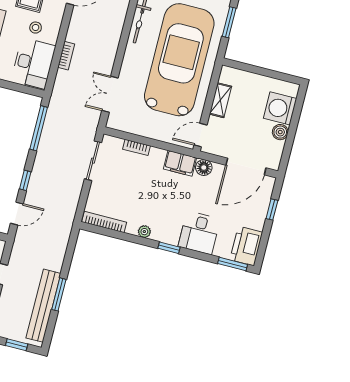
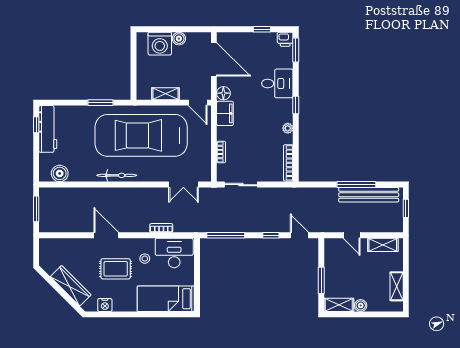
window: (272, 209) -> (262, 29), moved
printer: (246, 246) -> (285, 39), width x0.53, depth x0.68
window: (59, 294) -> (356, 185), width x1.44

